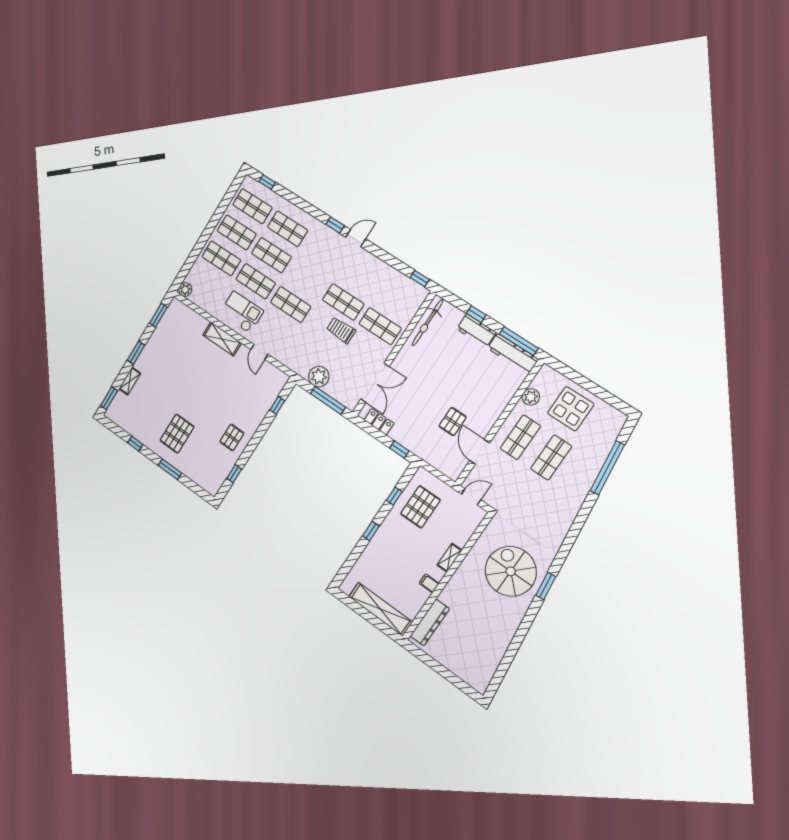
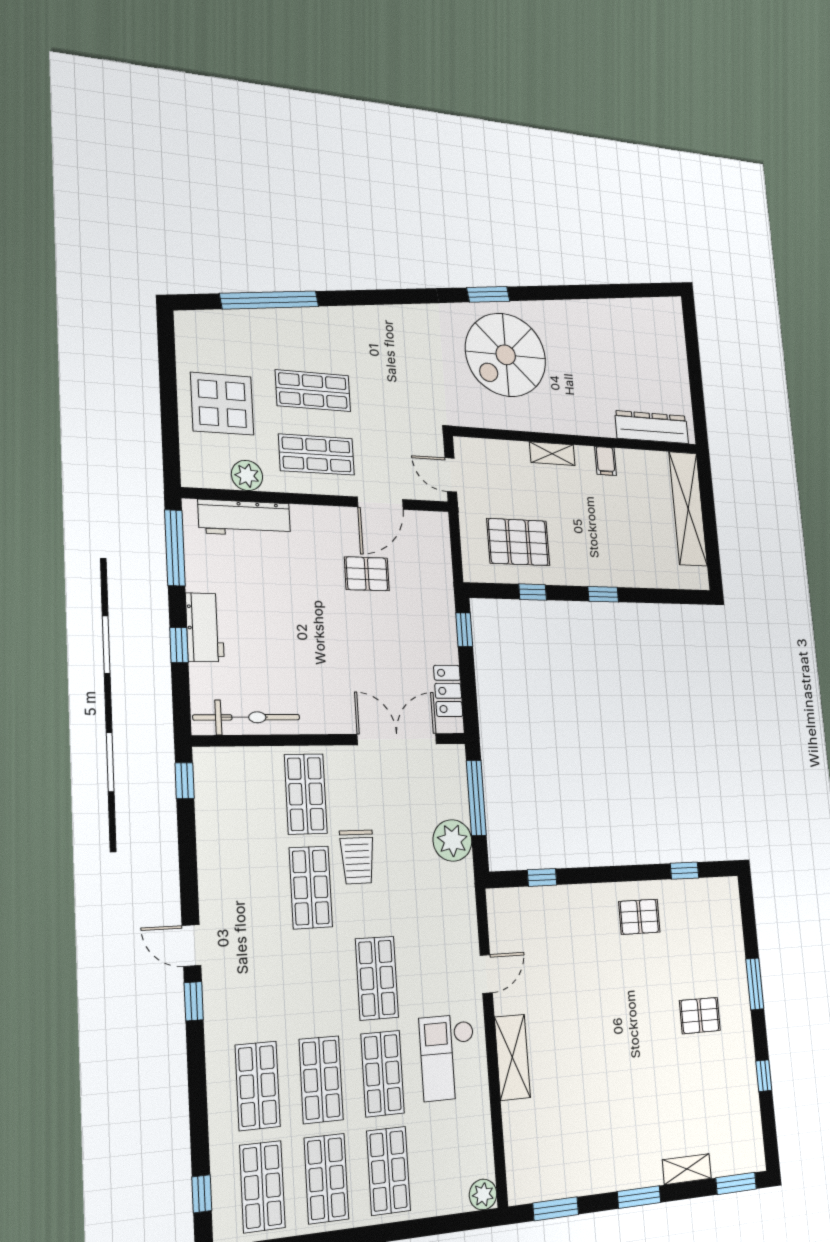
workbench: (513, 354) -> (244, 518), moved, turned 90
pallet: (177, 434) -> (700, 1016), width x0.67, depth x0.71

